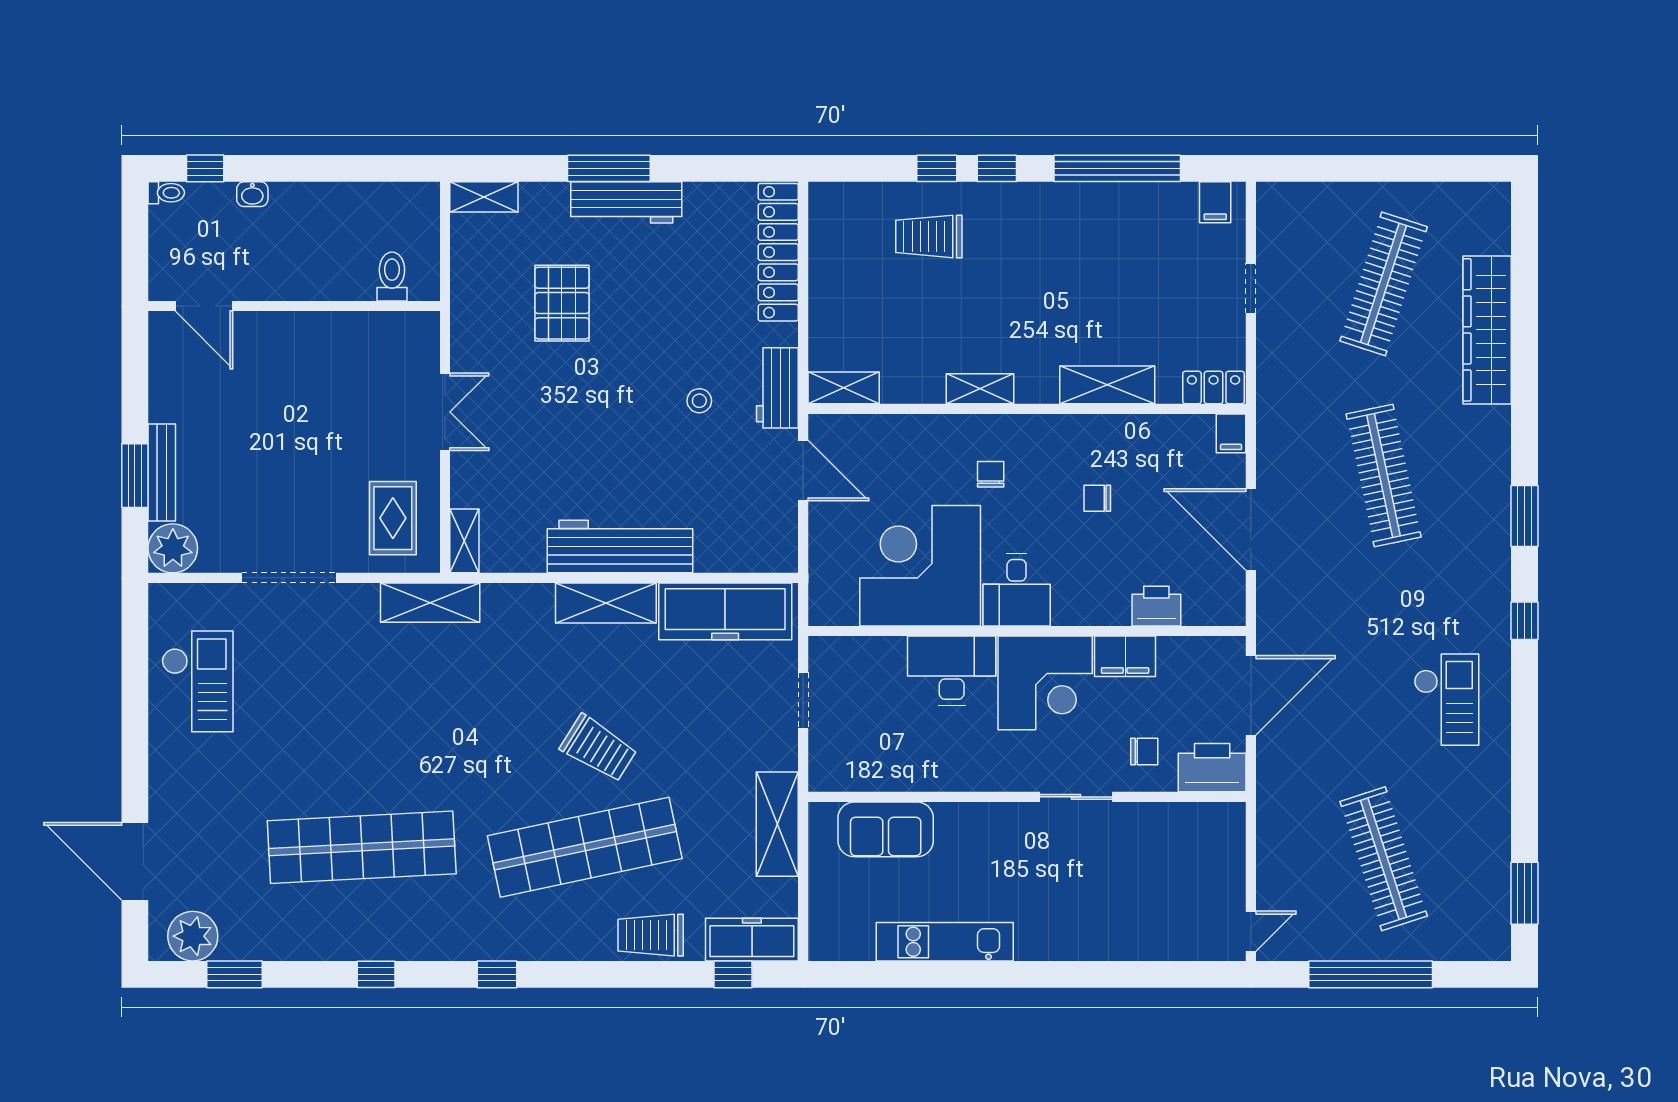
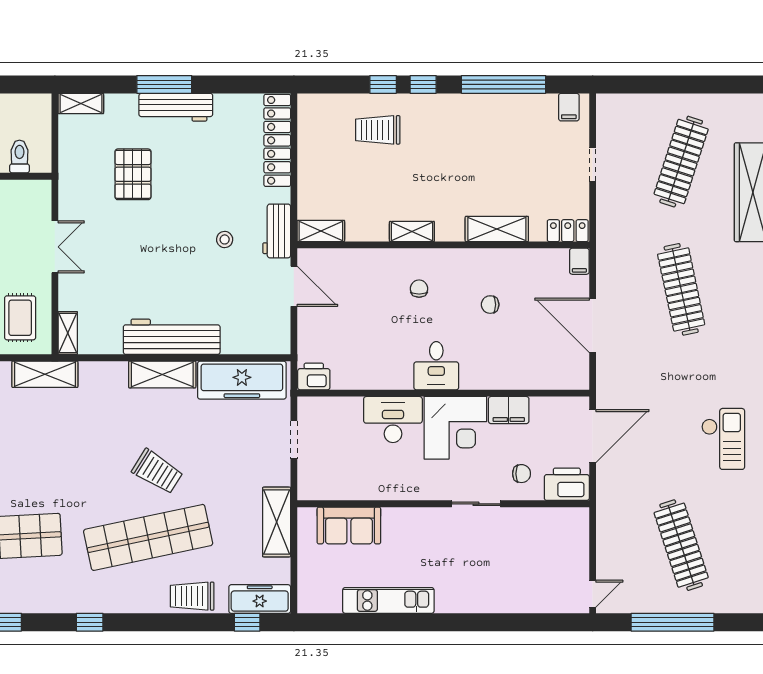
corner desk: (920, 566) -> (372, 350), removed
printer: (1156, 606) -> (314, 377), moved

